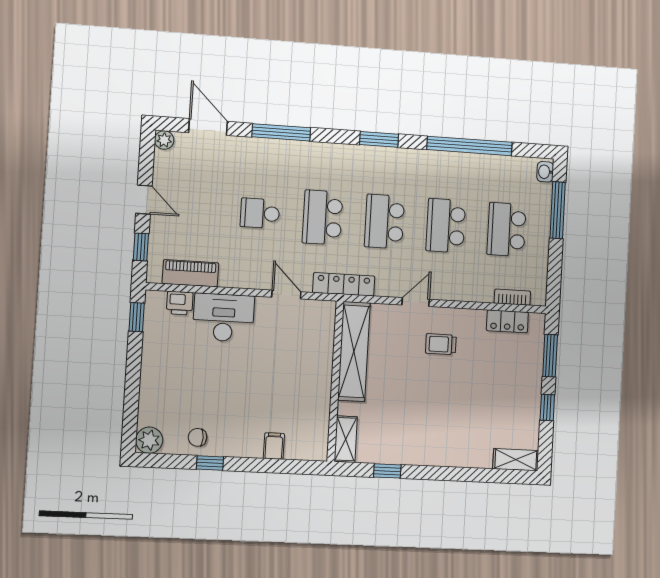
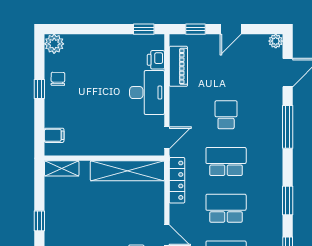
shelving: (354, 351) -> (127, 171), moved
wall: (335, 381) -> (104, 158), moved
shelving: (346, 439) -> (62, 168), moved

